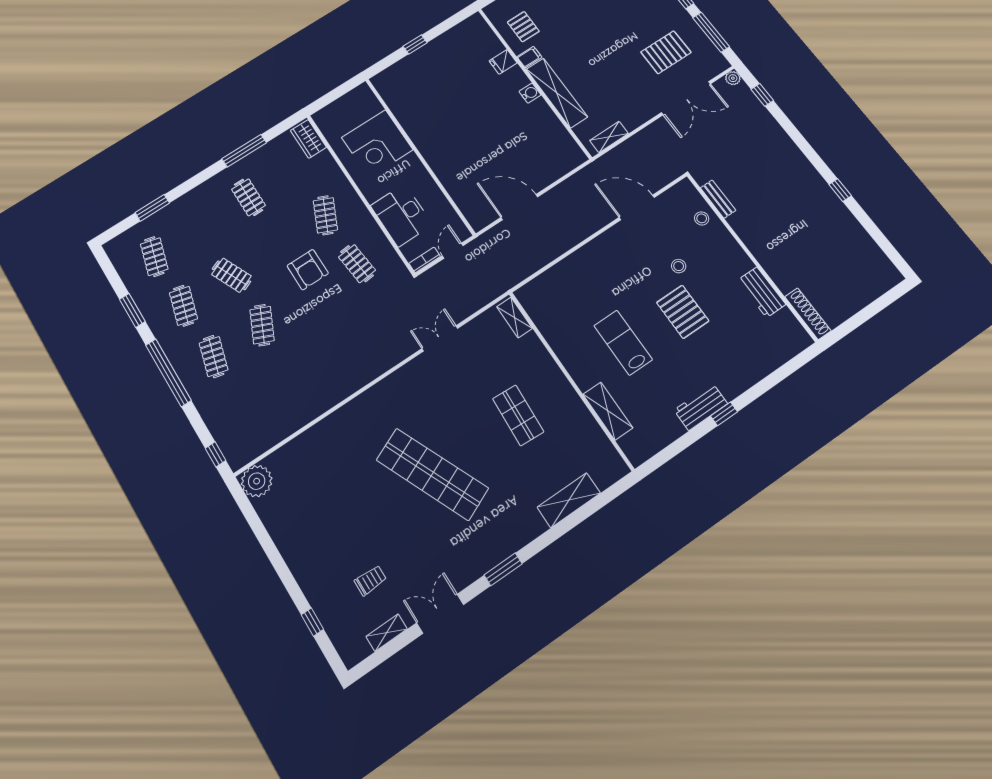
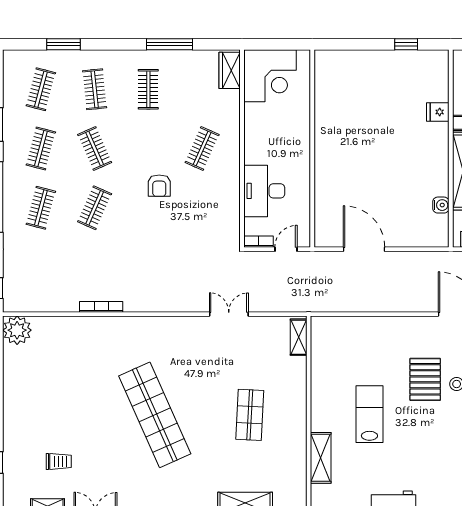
window: (415, 44) -> (406, 44), moved
water cooler: (530, 93) -> (441, 205), moved
corner desk: (377, 144) -> (270, 76), moved, turned -90
clothes rail: (357, 264) -> (95, 89), moved
armchair: (308, 270) -> (159, 186), width x0.72, depth x0.72
pallet: (683, 312) -> (425, 379), moved
bookcase: (321, 408) -> (101, 307), added

